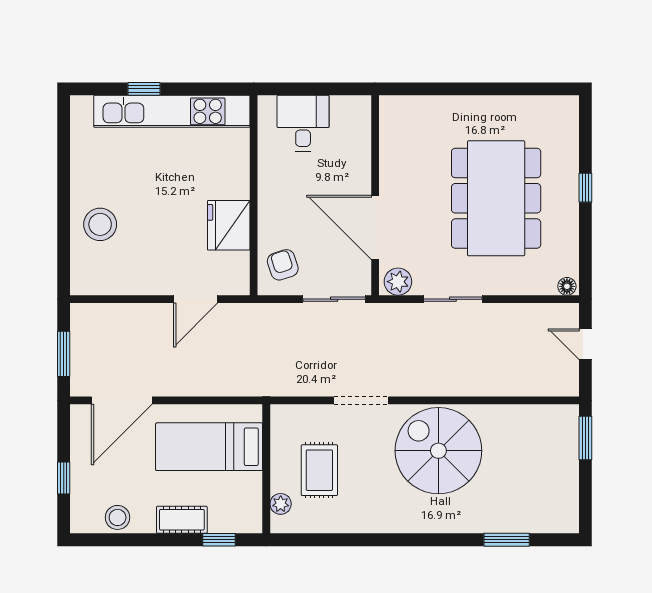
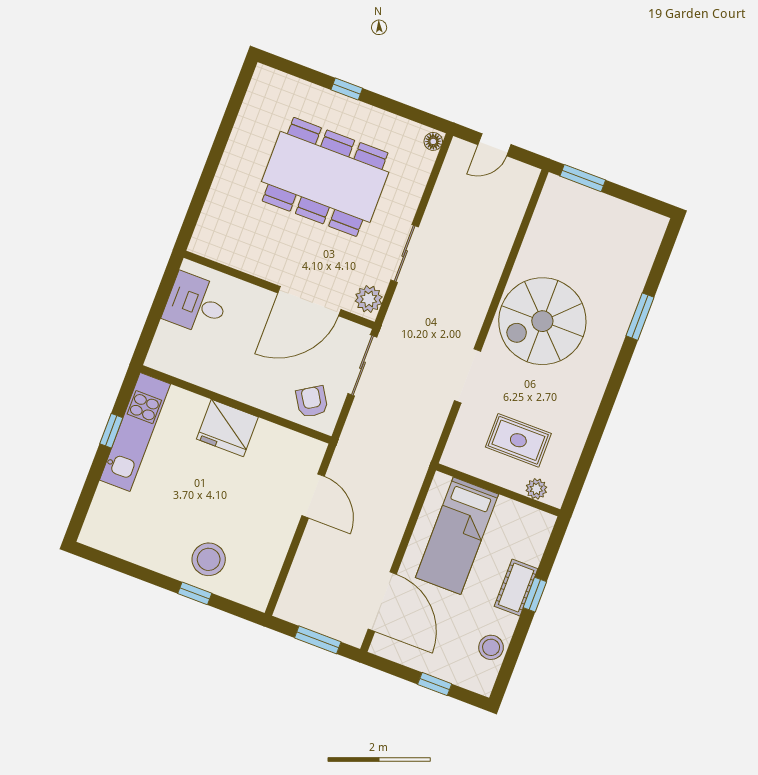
window: (144, 89) -> (111, 431), moved
kitchen unit: (172, 111) -> (135, 432), width x0.73
desk: (303, 123) -> (196, 304), moved
window: (64, 223) -> (195, 593), added
fridge: (229, 225) -> (227, 428), moved
armchair: (283, 265) -> (312, 402), turned 76
window: (219, 540) -> (535, 595), moved
window: (507, 540) -> (640, 317), moved

